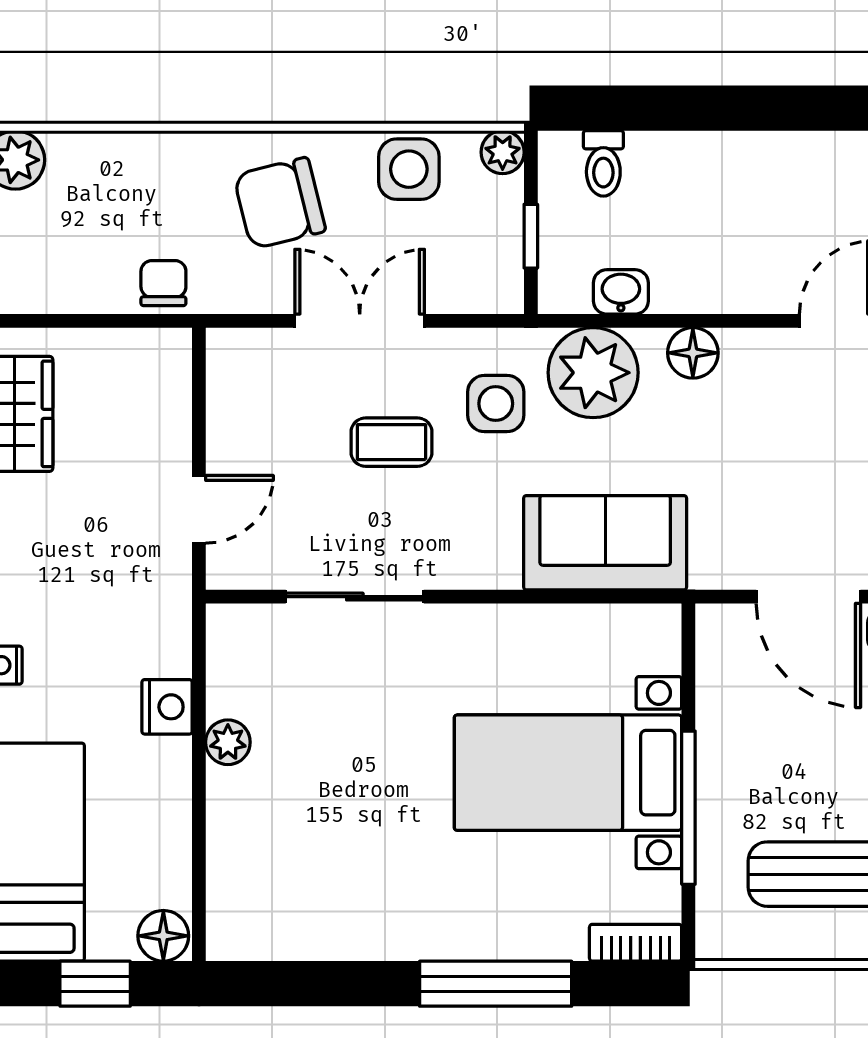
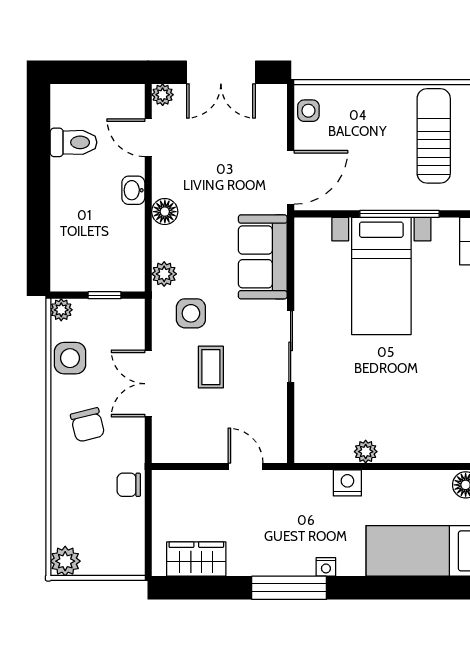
toilet: (603, 163) -> (74, 142), moved, width x1.37, depth x1.39
chair: (280, 203) -> (88, 425), width x0.73, depth x0.73
washbasin: (621, 292) -> (133, 190), moved
plant: (593, 373) -> (164, 274), width x0.53, depth x0.53
sliding door: (355, 597) -> (291, 346), moved
door: (808, 597) -> (291, 177), moved

